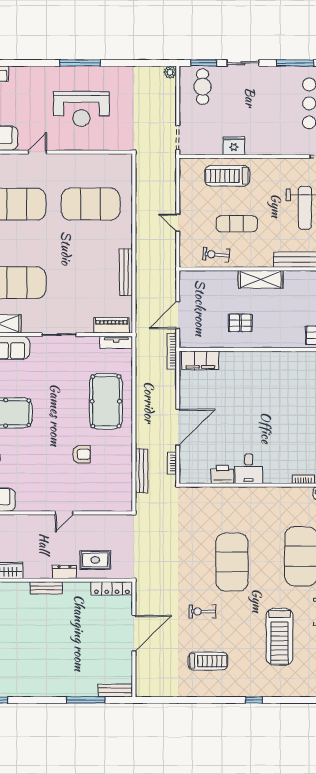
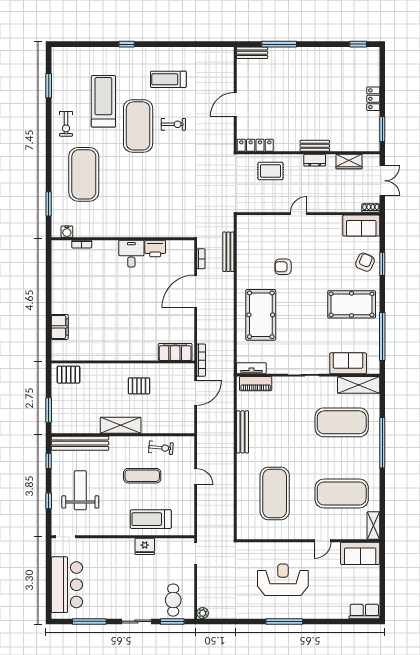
treadmill: (227, 176) -> (151, 519), turned 180
exercise mat: (91, 204) -> (275, 494), turned 90
exercise mat: (232, 562) -> (138, 126), moved
dresser: (64, 572) -> (315, 160), moved
door: (134, 633) -> (235, 105), width x0.73

